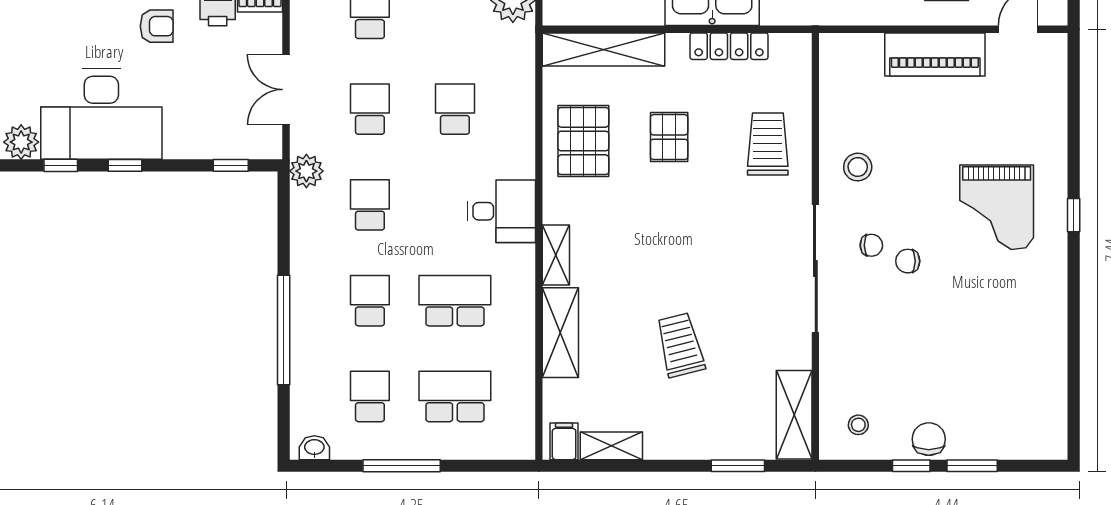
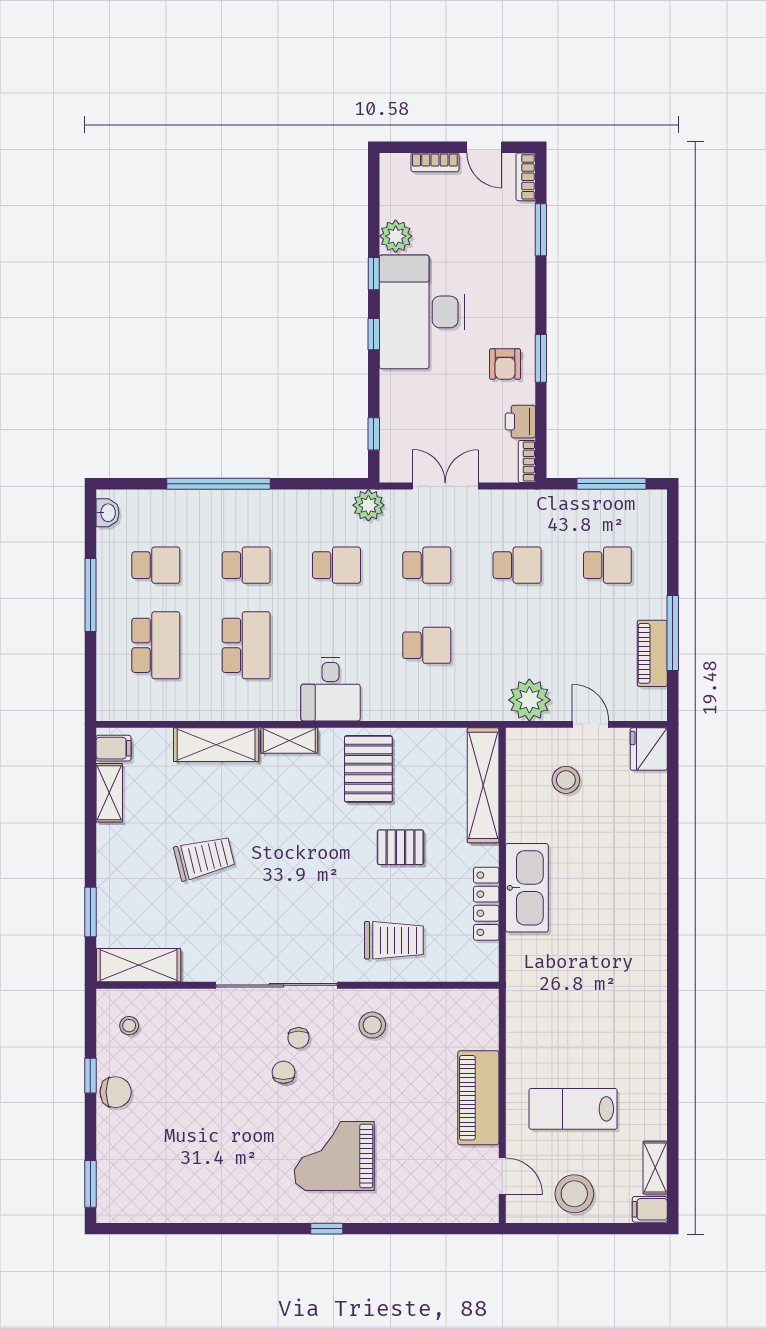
pallet: (583, 141) -> (368, 769), moved, turned 90
window: (972, 466) -> (90, 1184), moved

